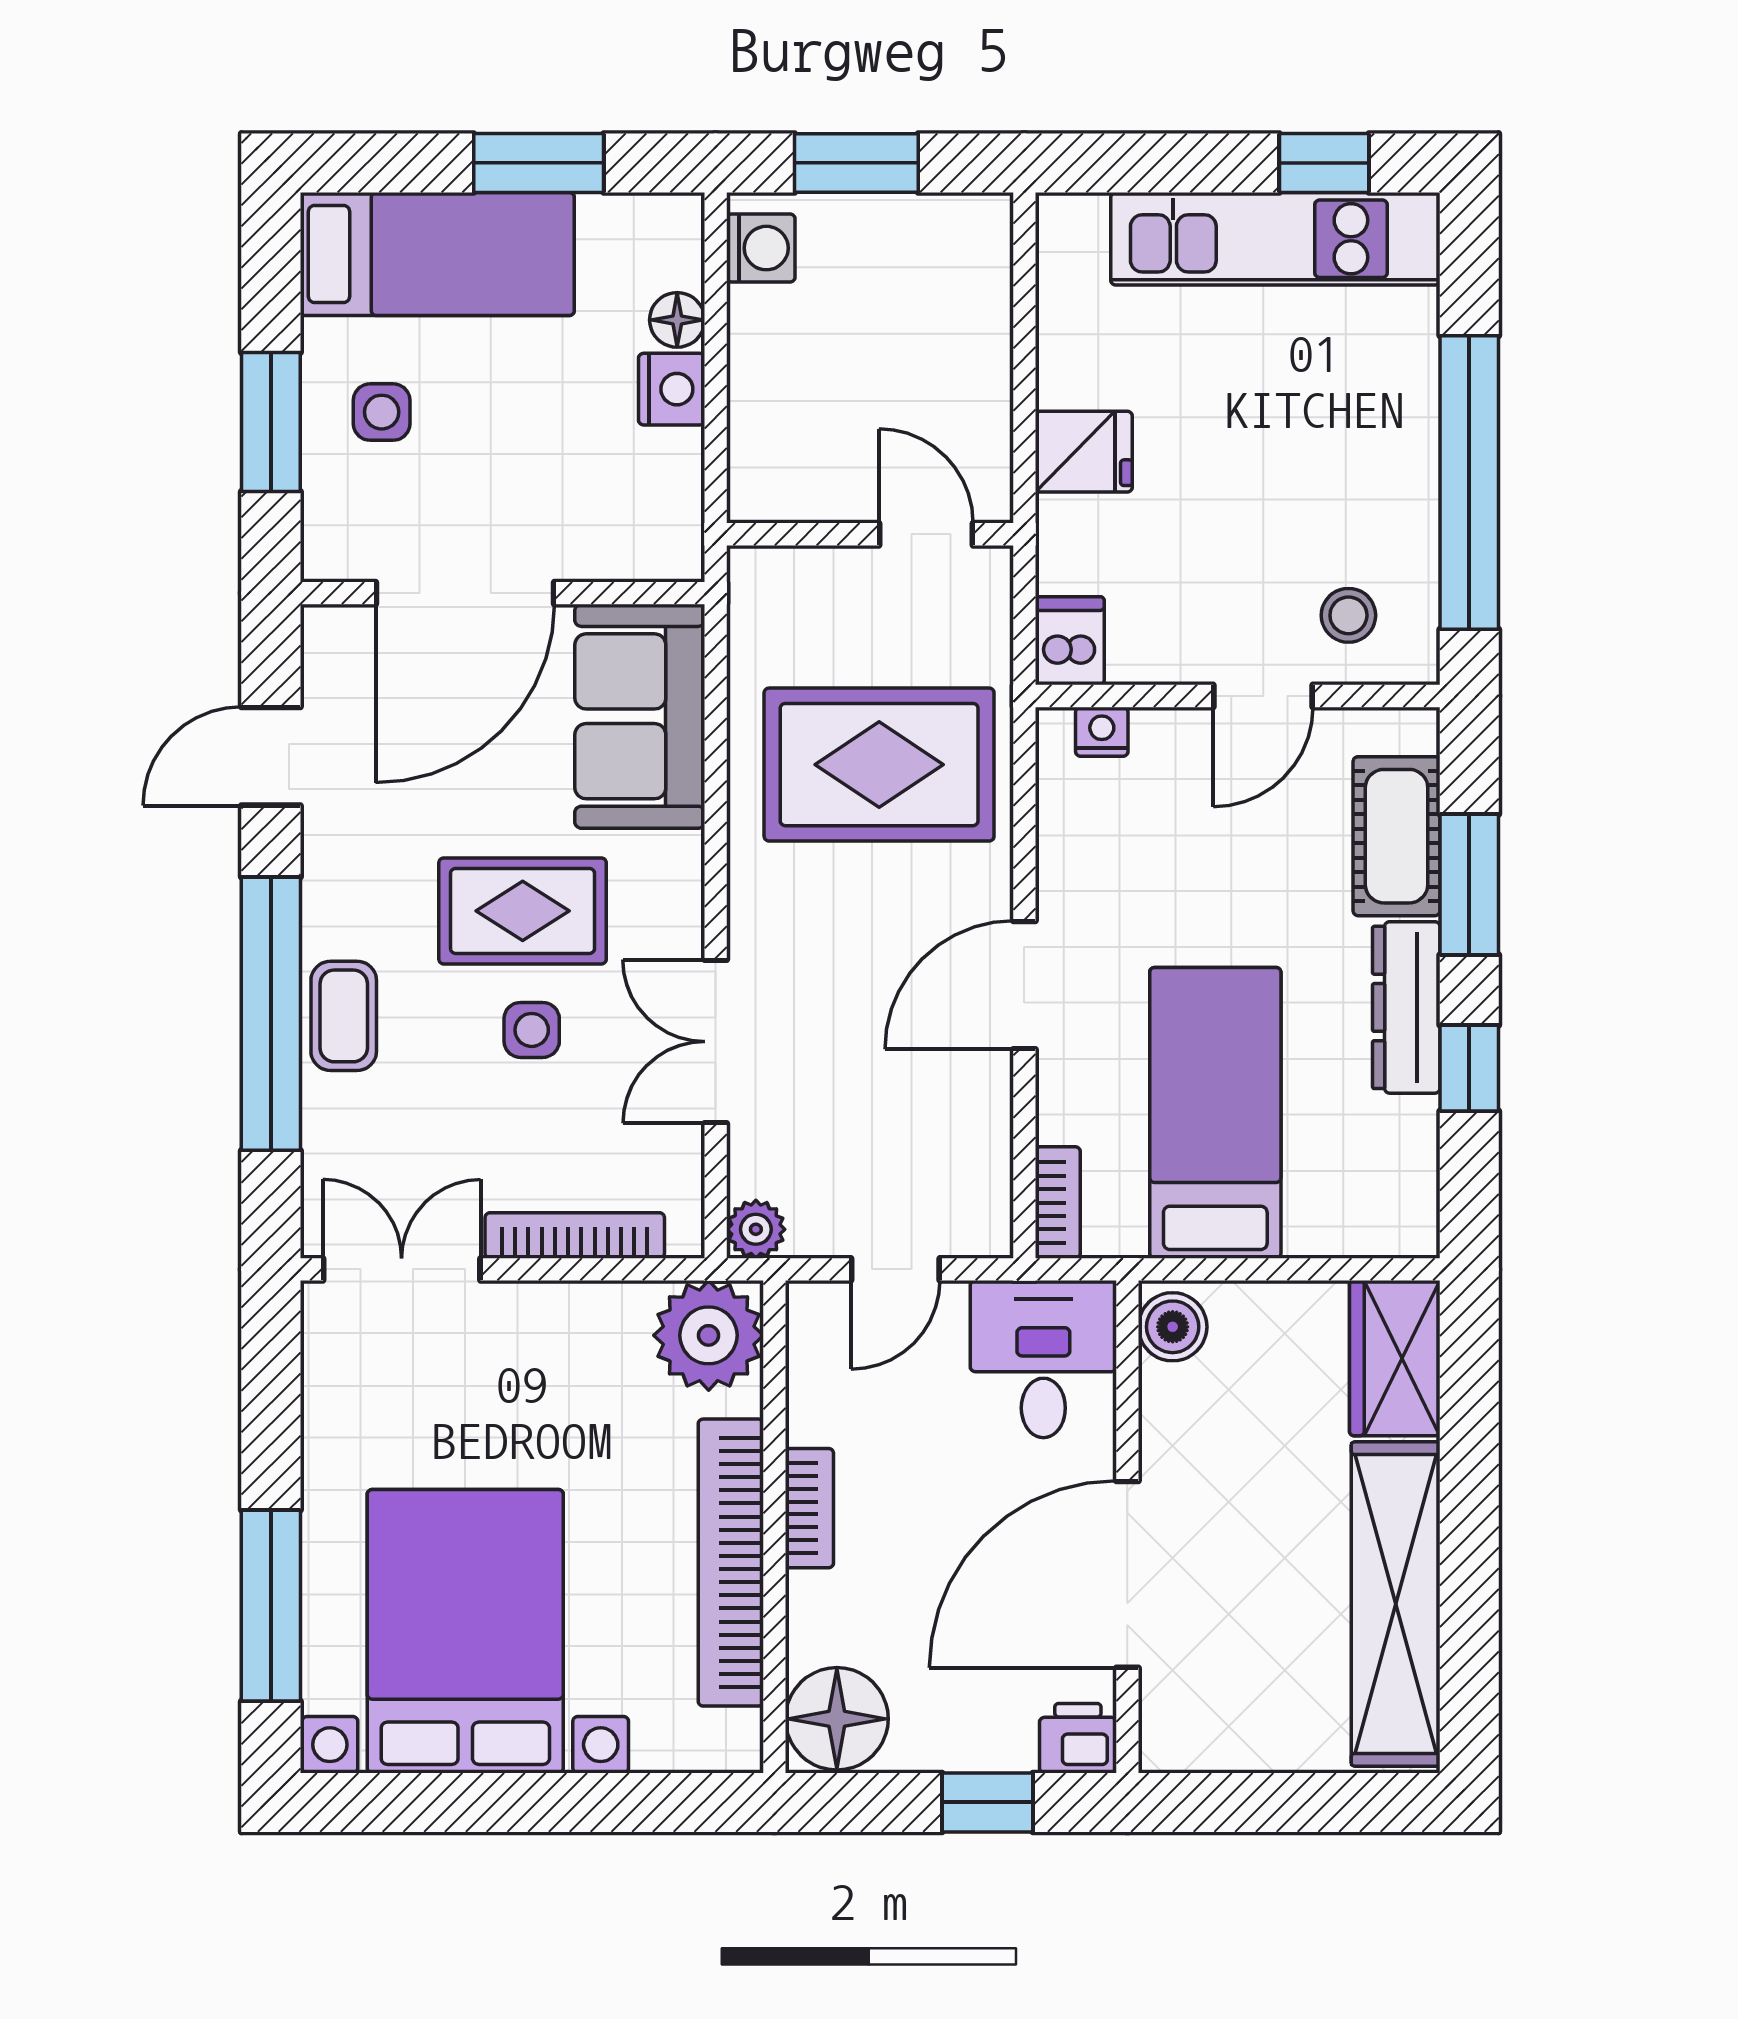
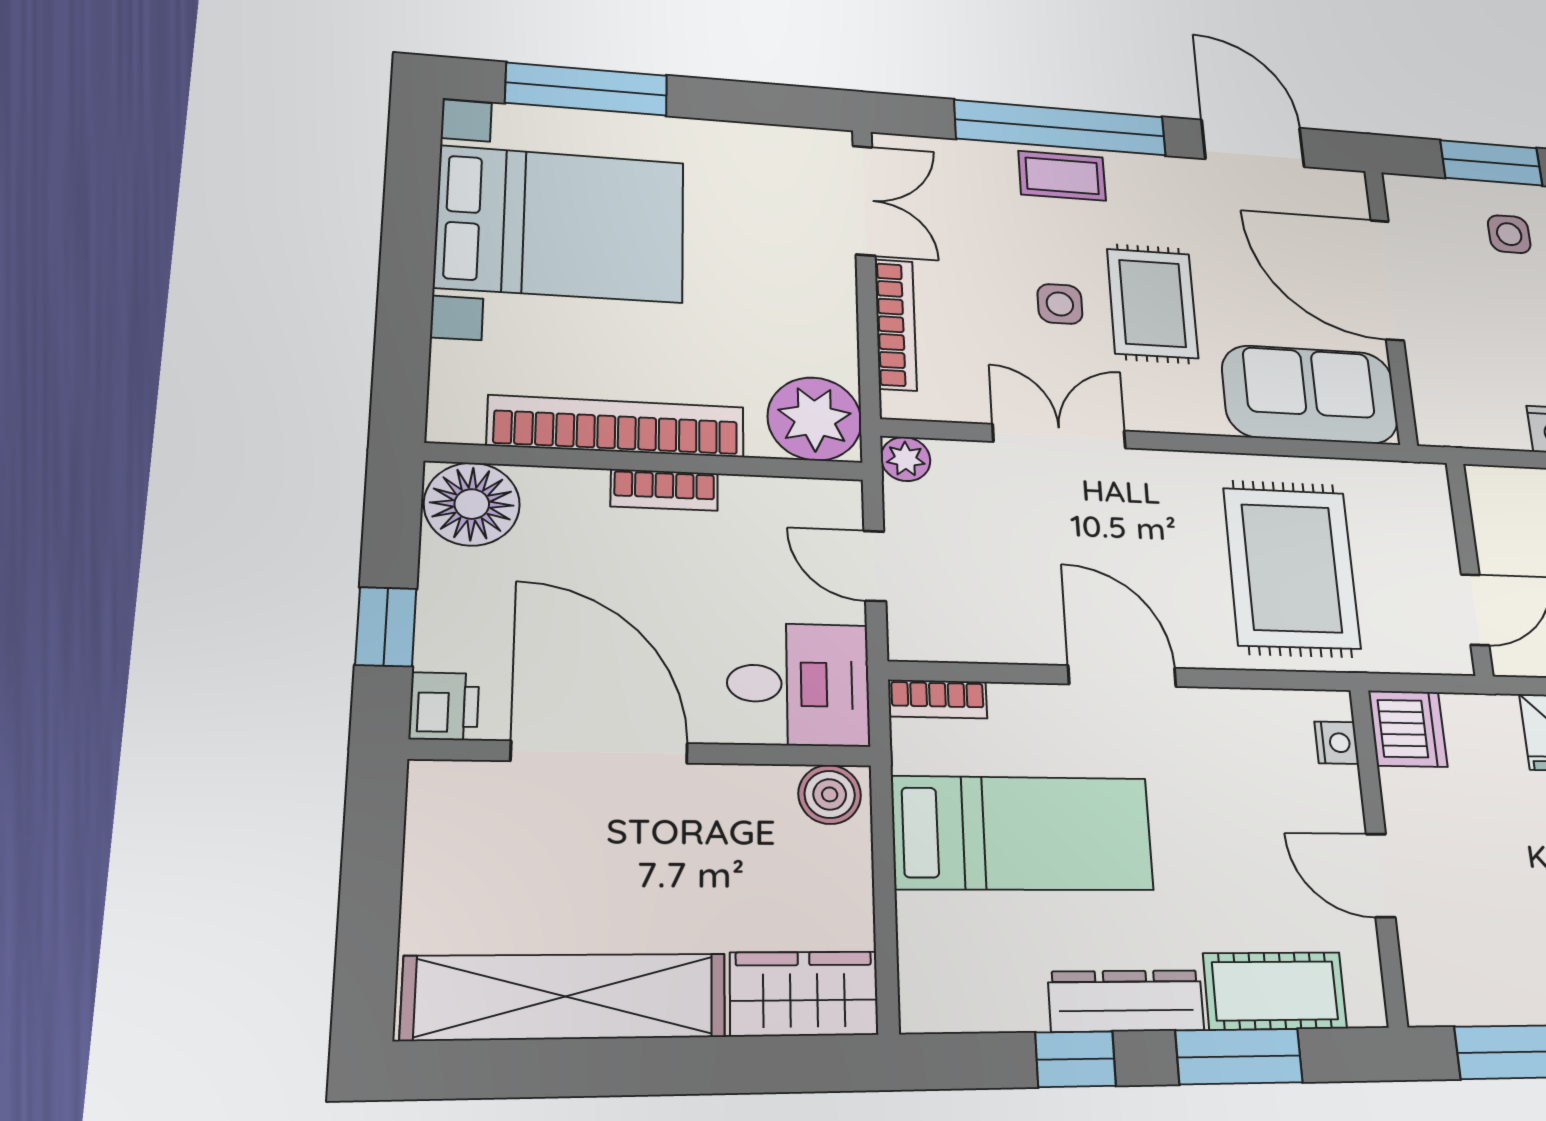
stool: (1348, 615) -> (1456, 948), removed
dishwasher: (1070, 641) -> (1408, 729), width x1.38
door: (271, 756) -> (1253, 143), width x1.38

